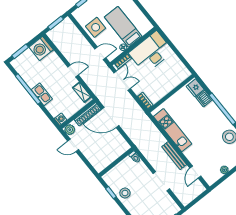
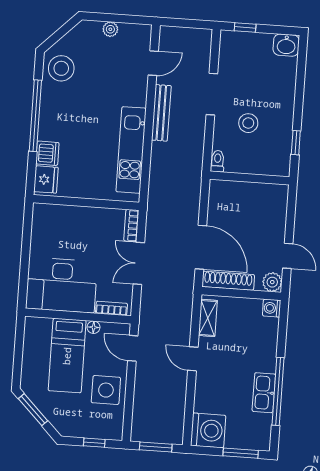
double door: (122, 81) -> (139, 263), moved
kitchen sink: (42, 94) -> (264, 393), moved
stool: (125, 193) -> (248, 123), moved

